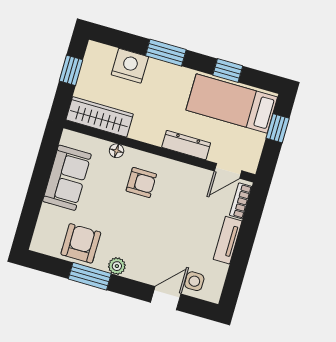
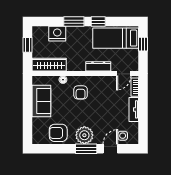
window: (228, 70) -> (98, 22), moved
armchair: (141, 182) -> (81, 92), turned 90
armchair: (81, 243) -> (58, 133), turned -90
plant: (117, 266) -> (84, 135), width x1.87, depth x1.87
window: (90, 276) -> (86, 149), moved

